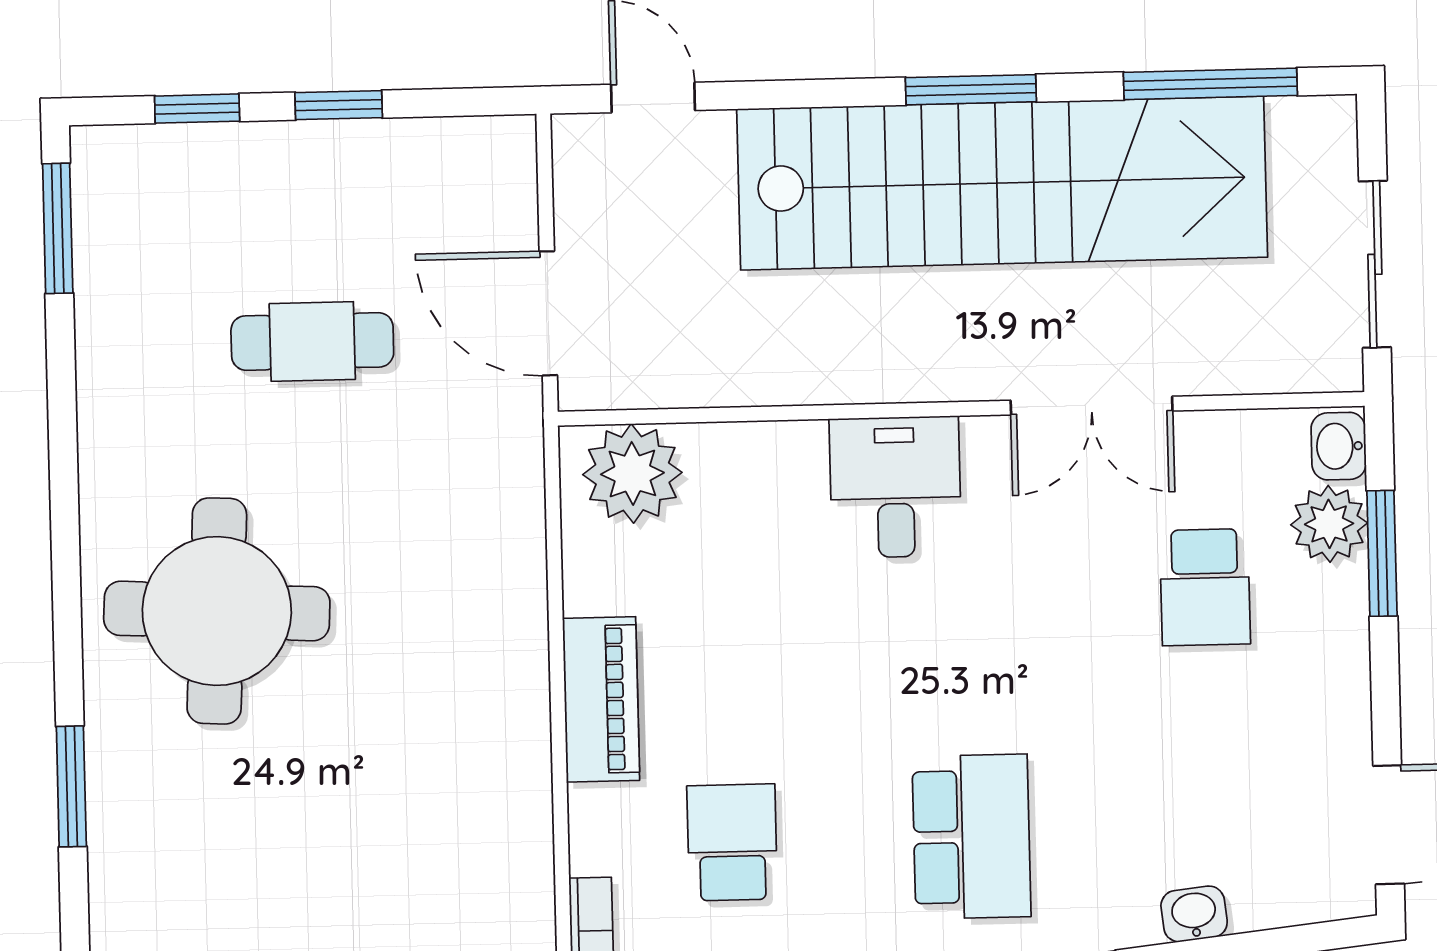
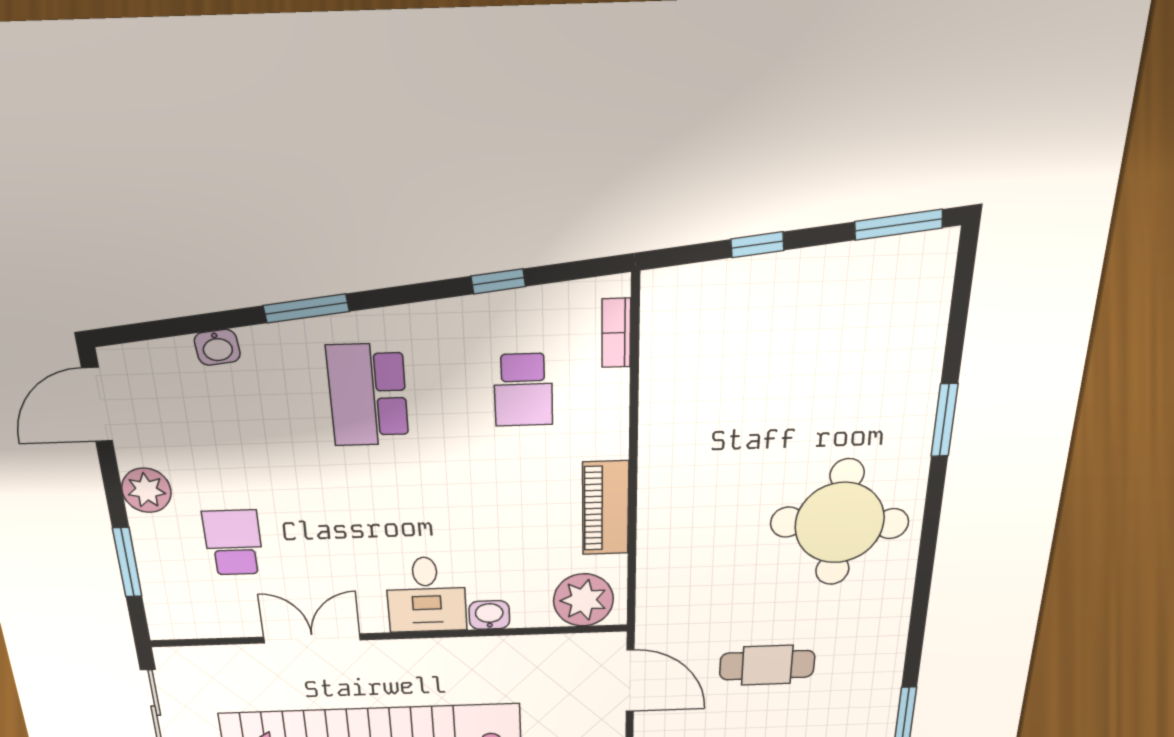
washbasin: (1339, 446) -> (489, 615), moved, turned -90
plant: (1329, 524) -> (146, 490), moved
piano: (601, 699) -> (606, 508), moved

